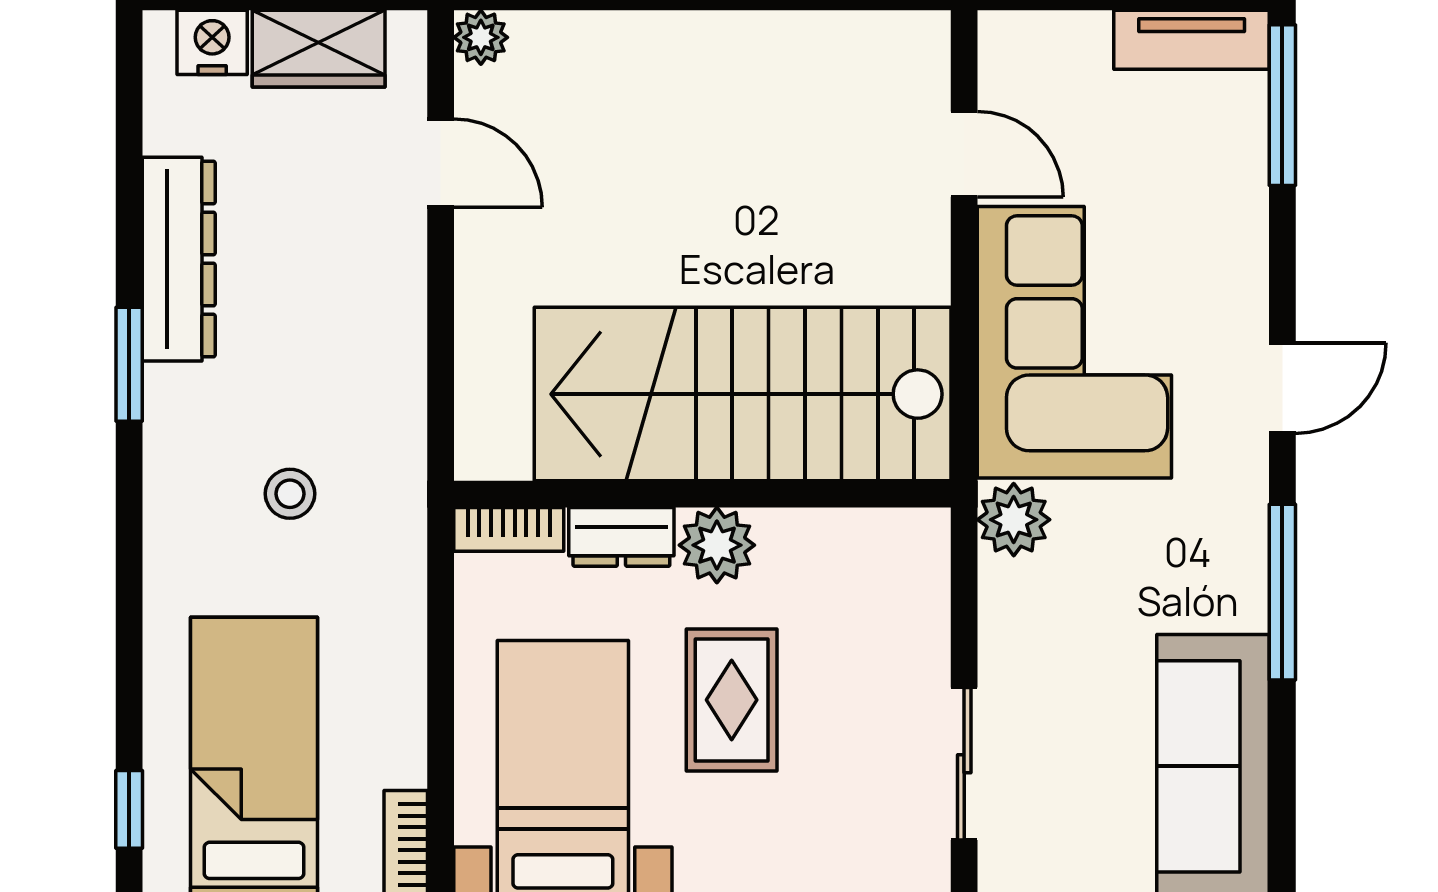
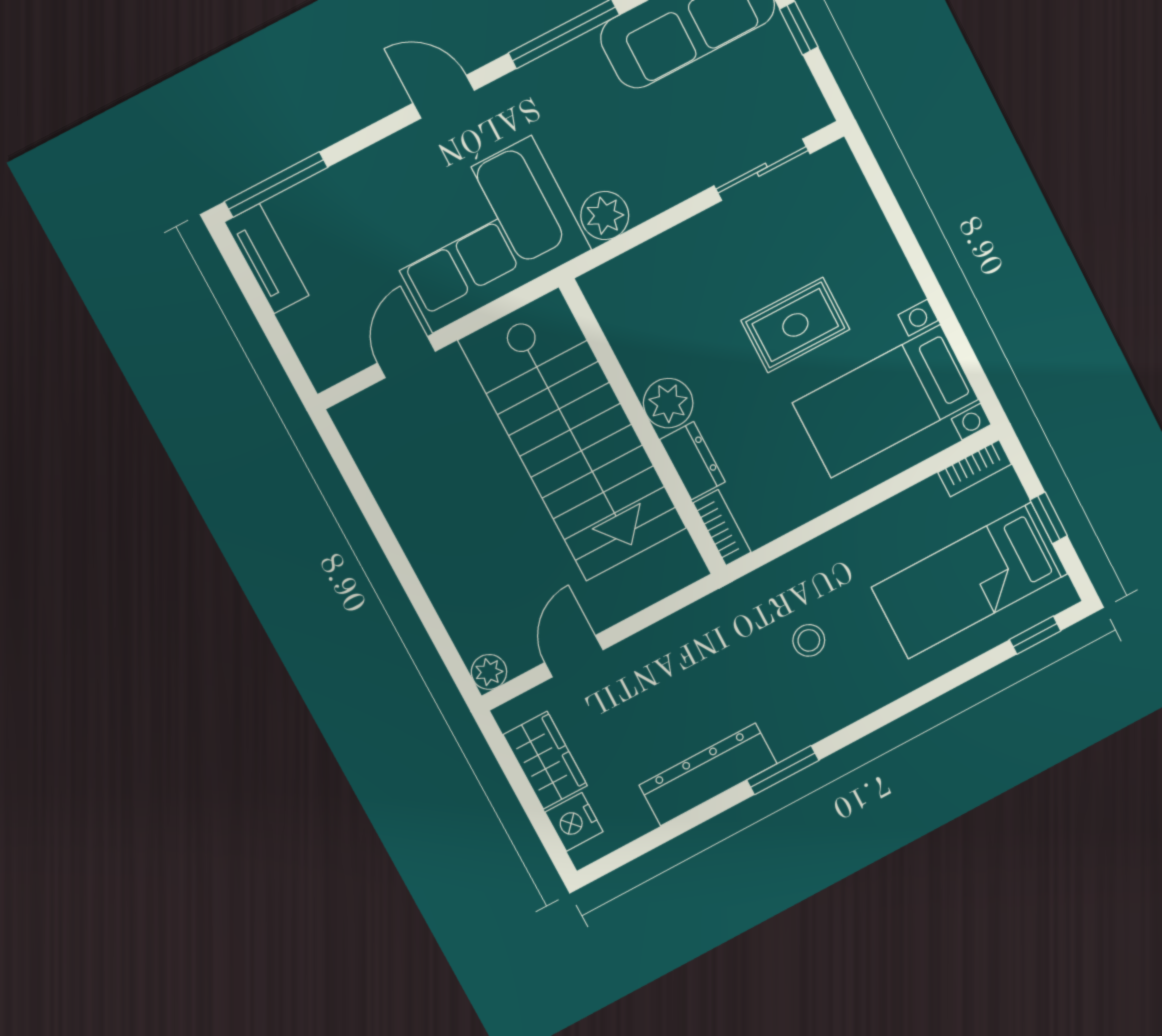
stairs: (743, 394) -> (573, 435), moved
wall: (702, 494) -> (643, 427), moved
bookcase: (509, 529) -> (722, 528), moved
dresser: (621, 537) -> (692, 461), moved
plant: (717, 545) -> (668, 403), moved

